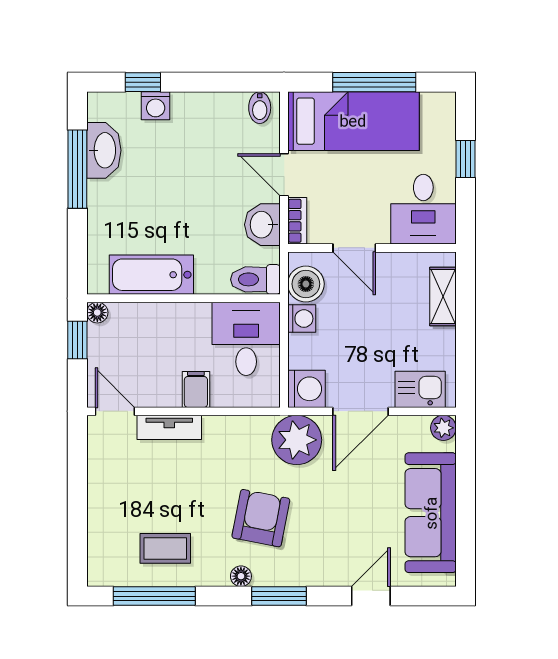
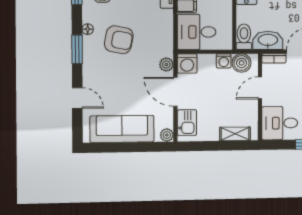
washbasin: (262, 225) -> (268, 40), width x1.38
desk: (246, 339) -> (197, 32), moved, turned 180
plant: (297, 440) -> (166, 65), width x0.53, depth x0.53

